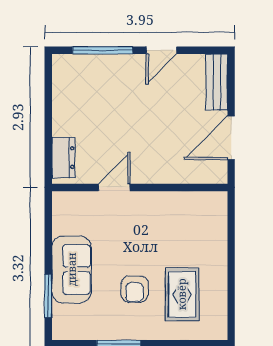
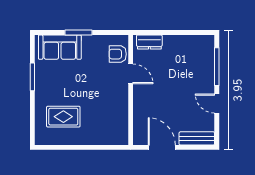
sofa: (72, 269) -> (60, 47), moved
armchair: (134, 289) -> (118, 54), moved
window: (48, 296) -> (79, 33), moved

